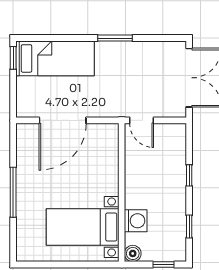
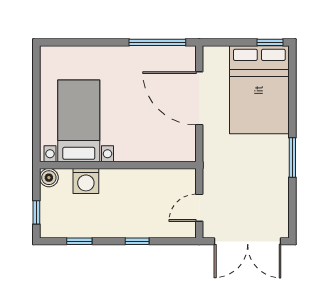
bed: (55, 58) -> (259, 90), width x1.50
door: (142, 120) -> (199, 208), moved
window: (13, 192) -> (157, 42), moved

